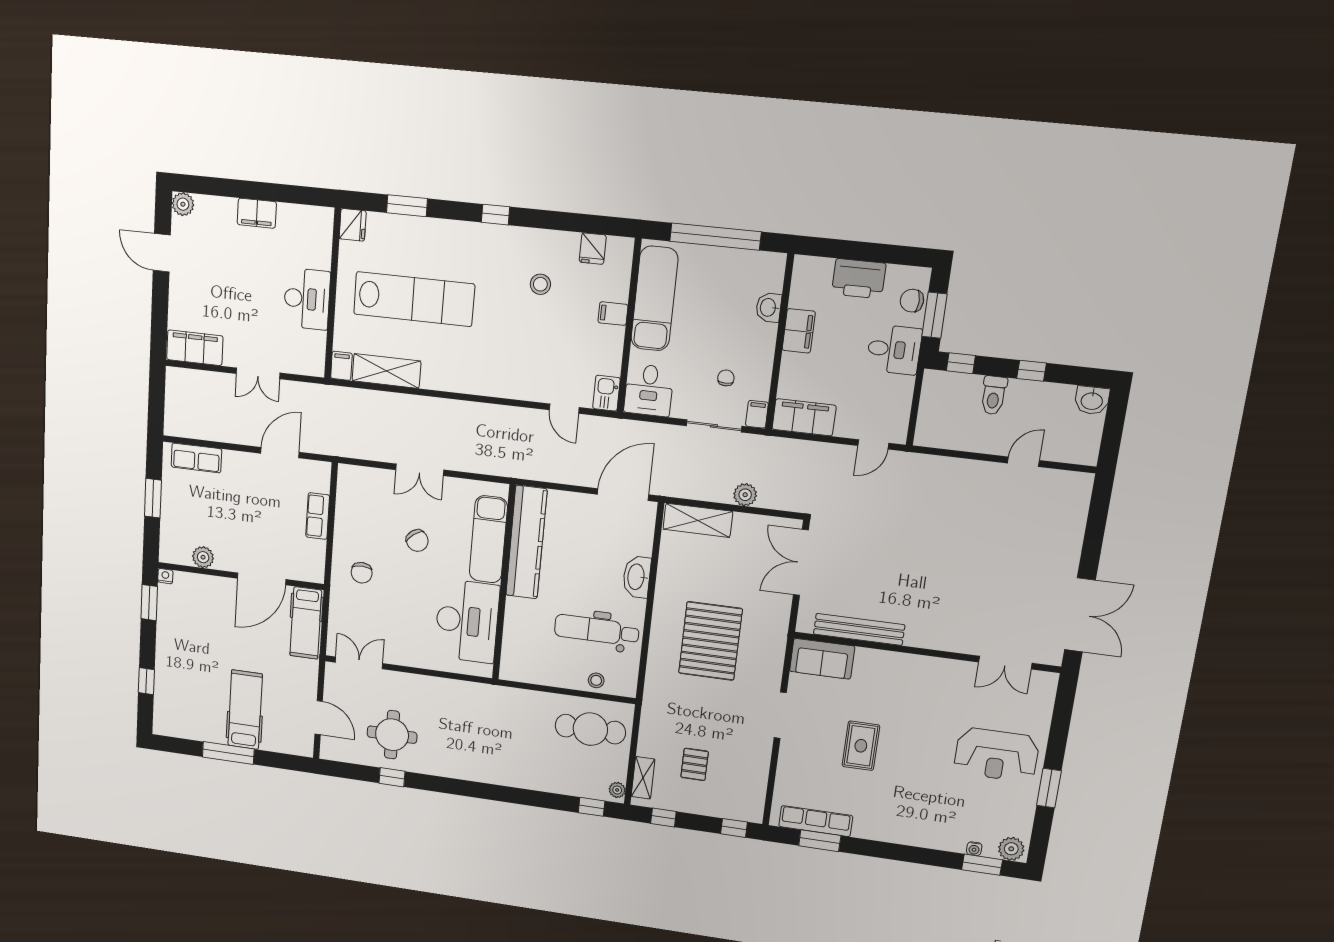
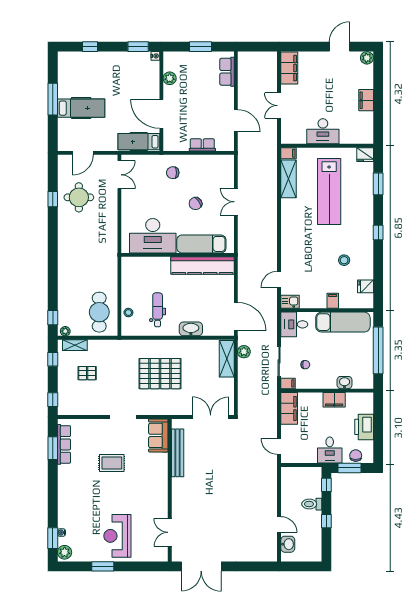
washbasin: (1092, 400) -> (288, 544), moved, turned 180
plant: (745, 495) -> (244, 352), moved
dental chair: (597, 630) -> (158, 310), width x0.73, depth x0.72

